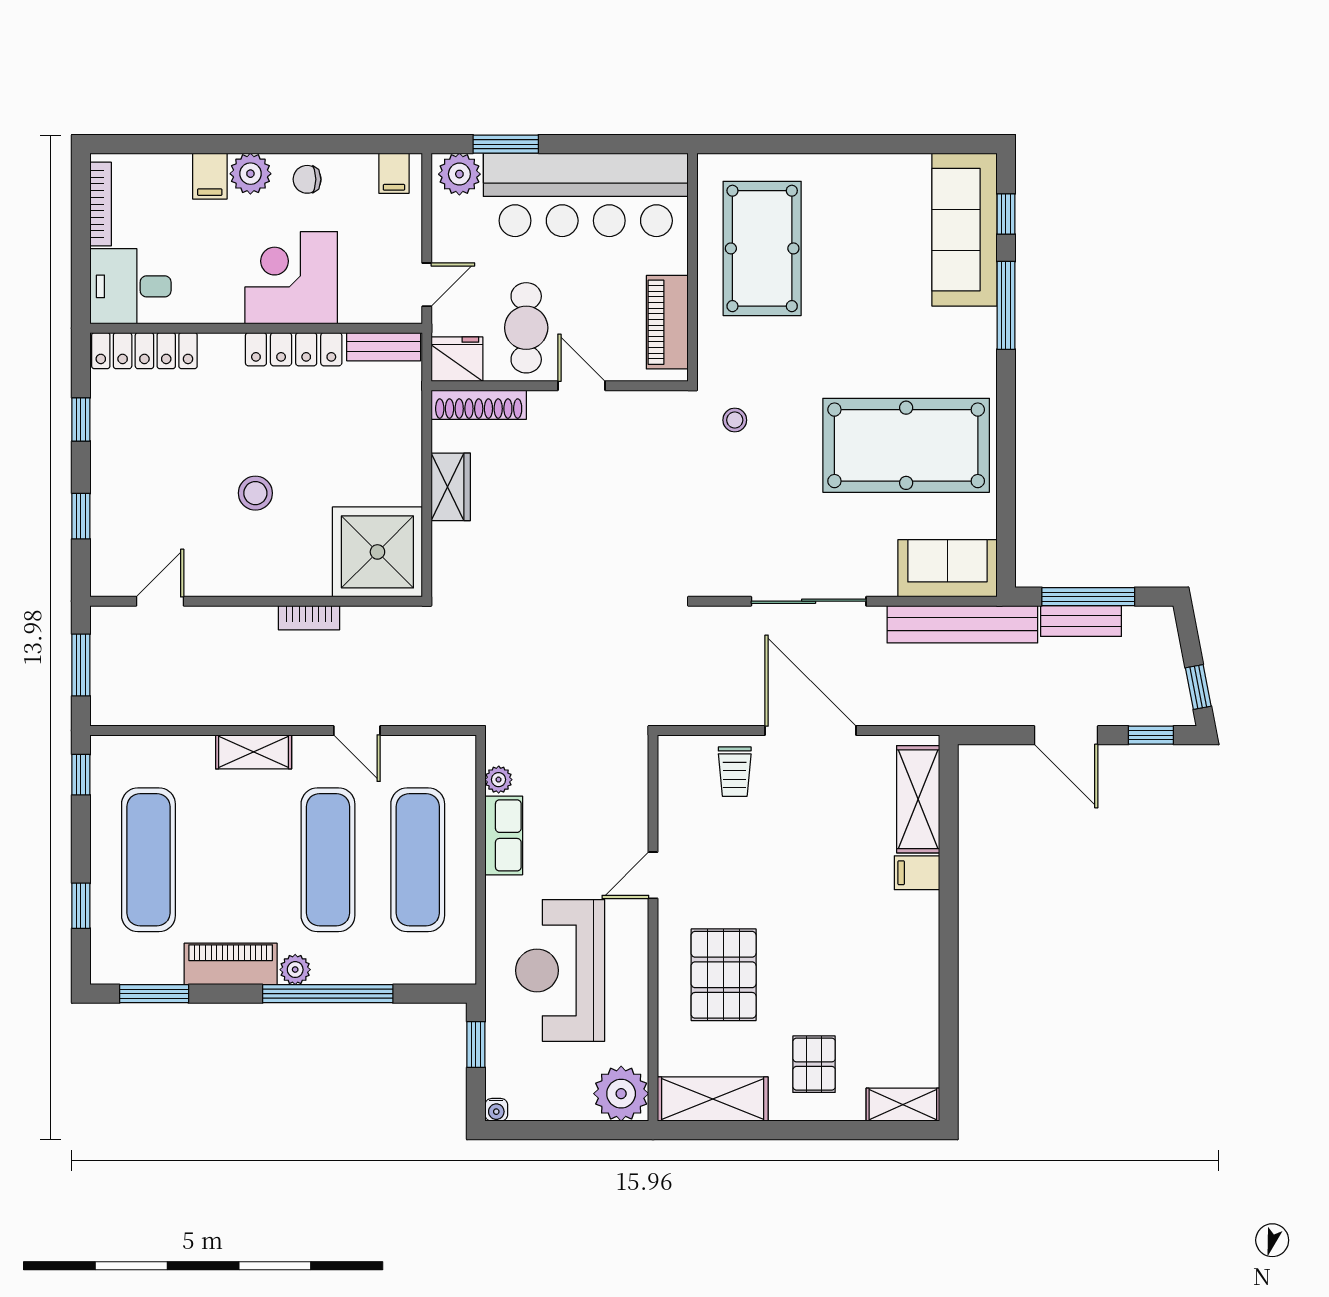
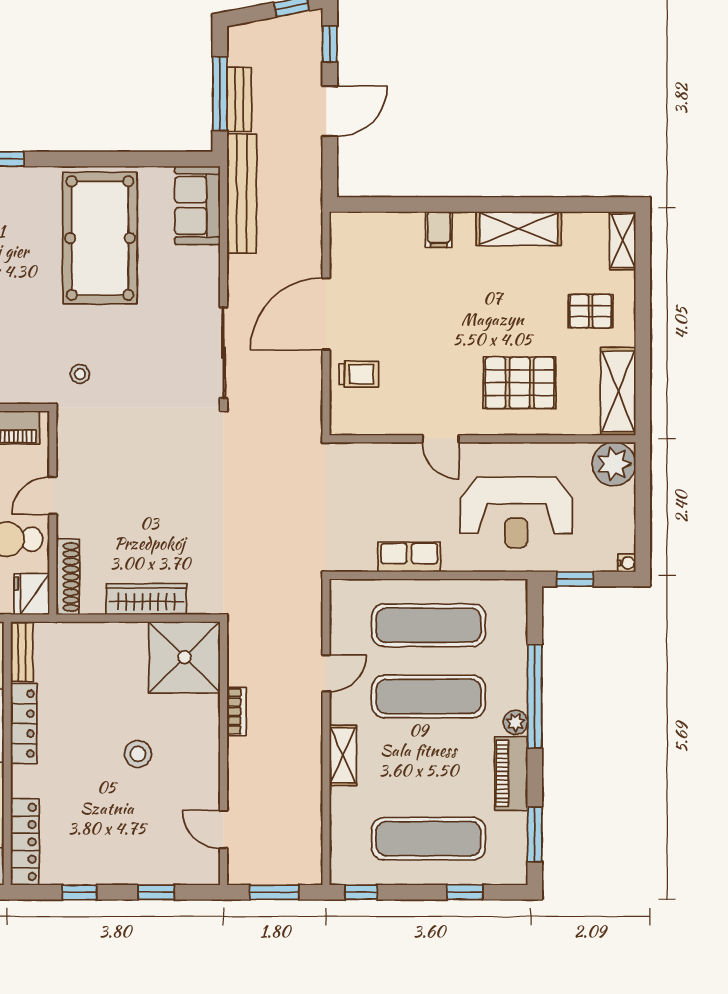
wardrobe: (451, 487) -> (146, 599), width x1.50
sliding door: (809, 601) -> (224, 353), moved
plant: (499, 780) -> (365, 561), removed
shelving: (918, 799) -> (519, 229), moved

